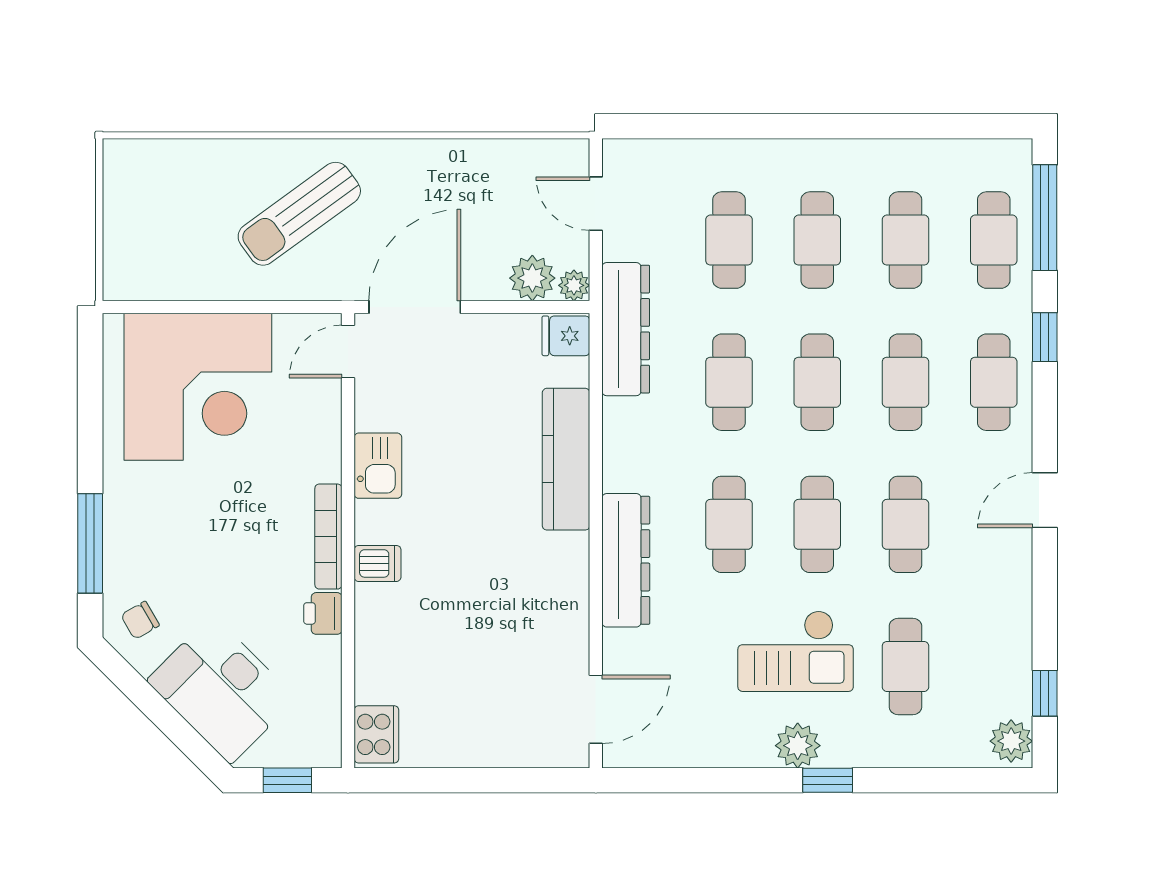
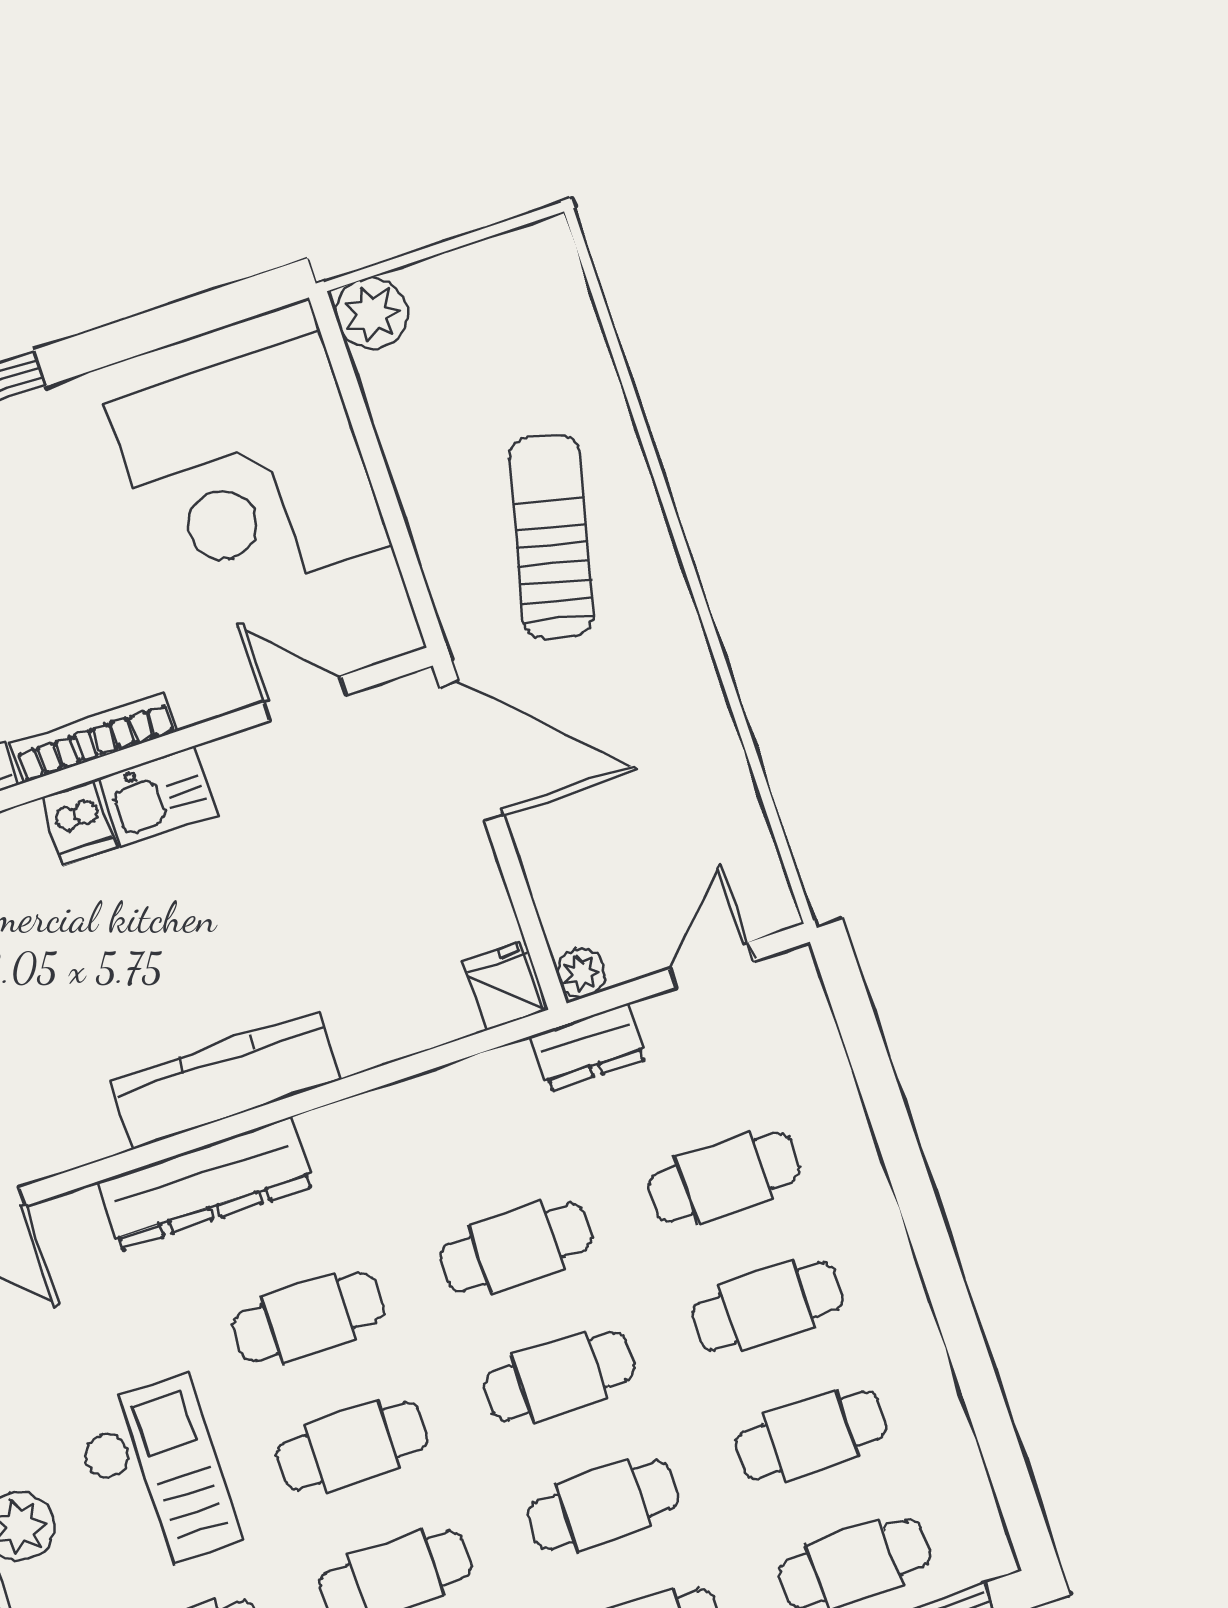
sun lounger: (299, 214) -> (551, 536), turned 50
plant: (532, 278) -> (372, 314), moved
dresser: (626, 329) -> (589, 1047), width x0.51, depth x0.80
door: (348, 352) -> (305, 699), moved
kitchen counter: (566, 459) -> (225, 1080), moved
kitchen sink: (378, 466) -> (158, 797), moved
checkout: (796, 651) -> (156, 1477), turned 180

